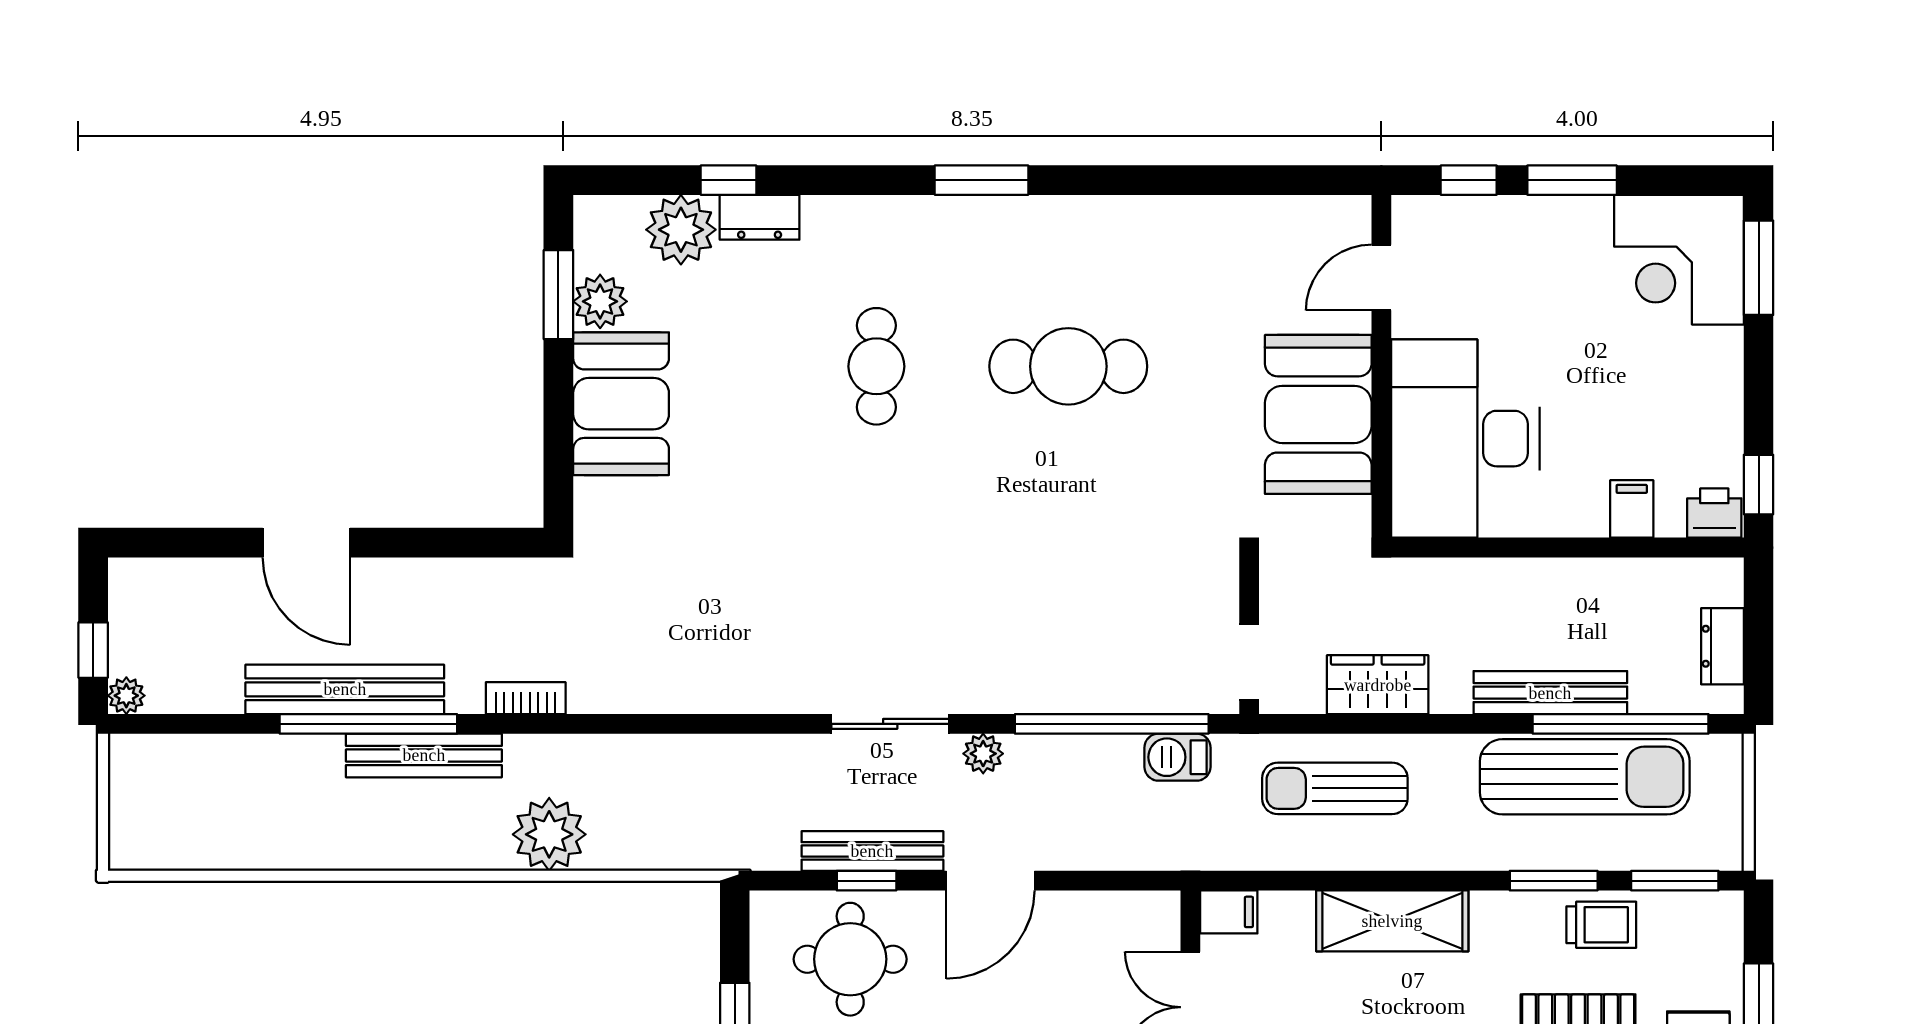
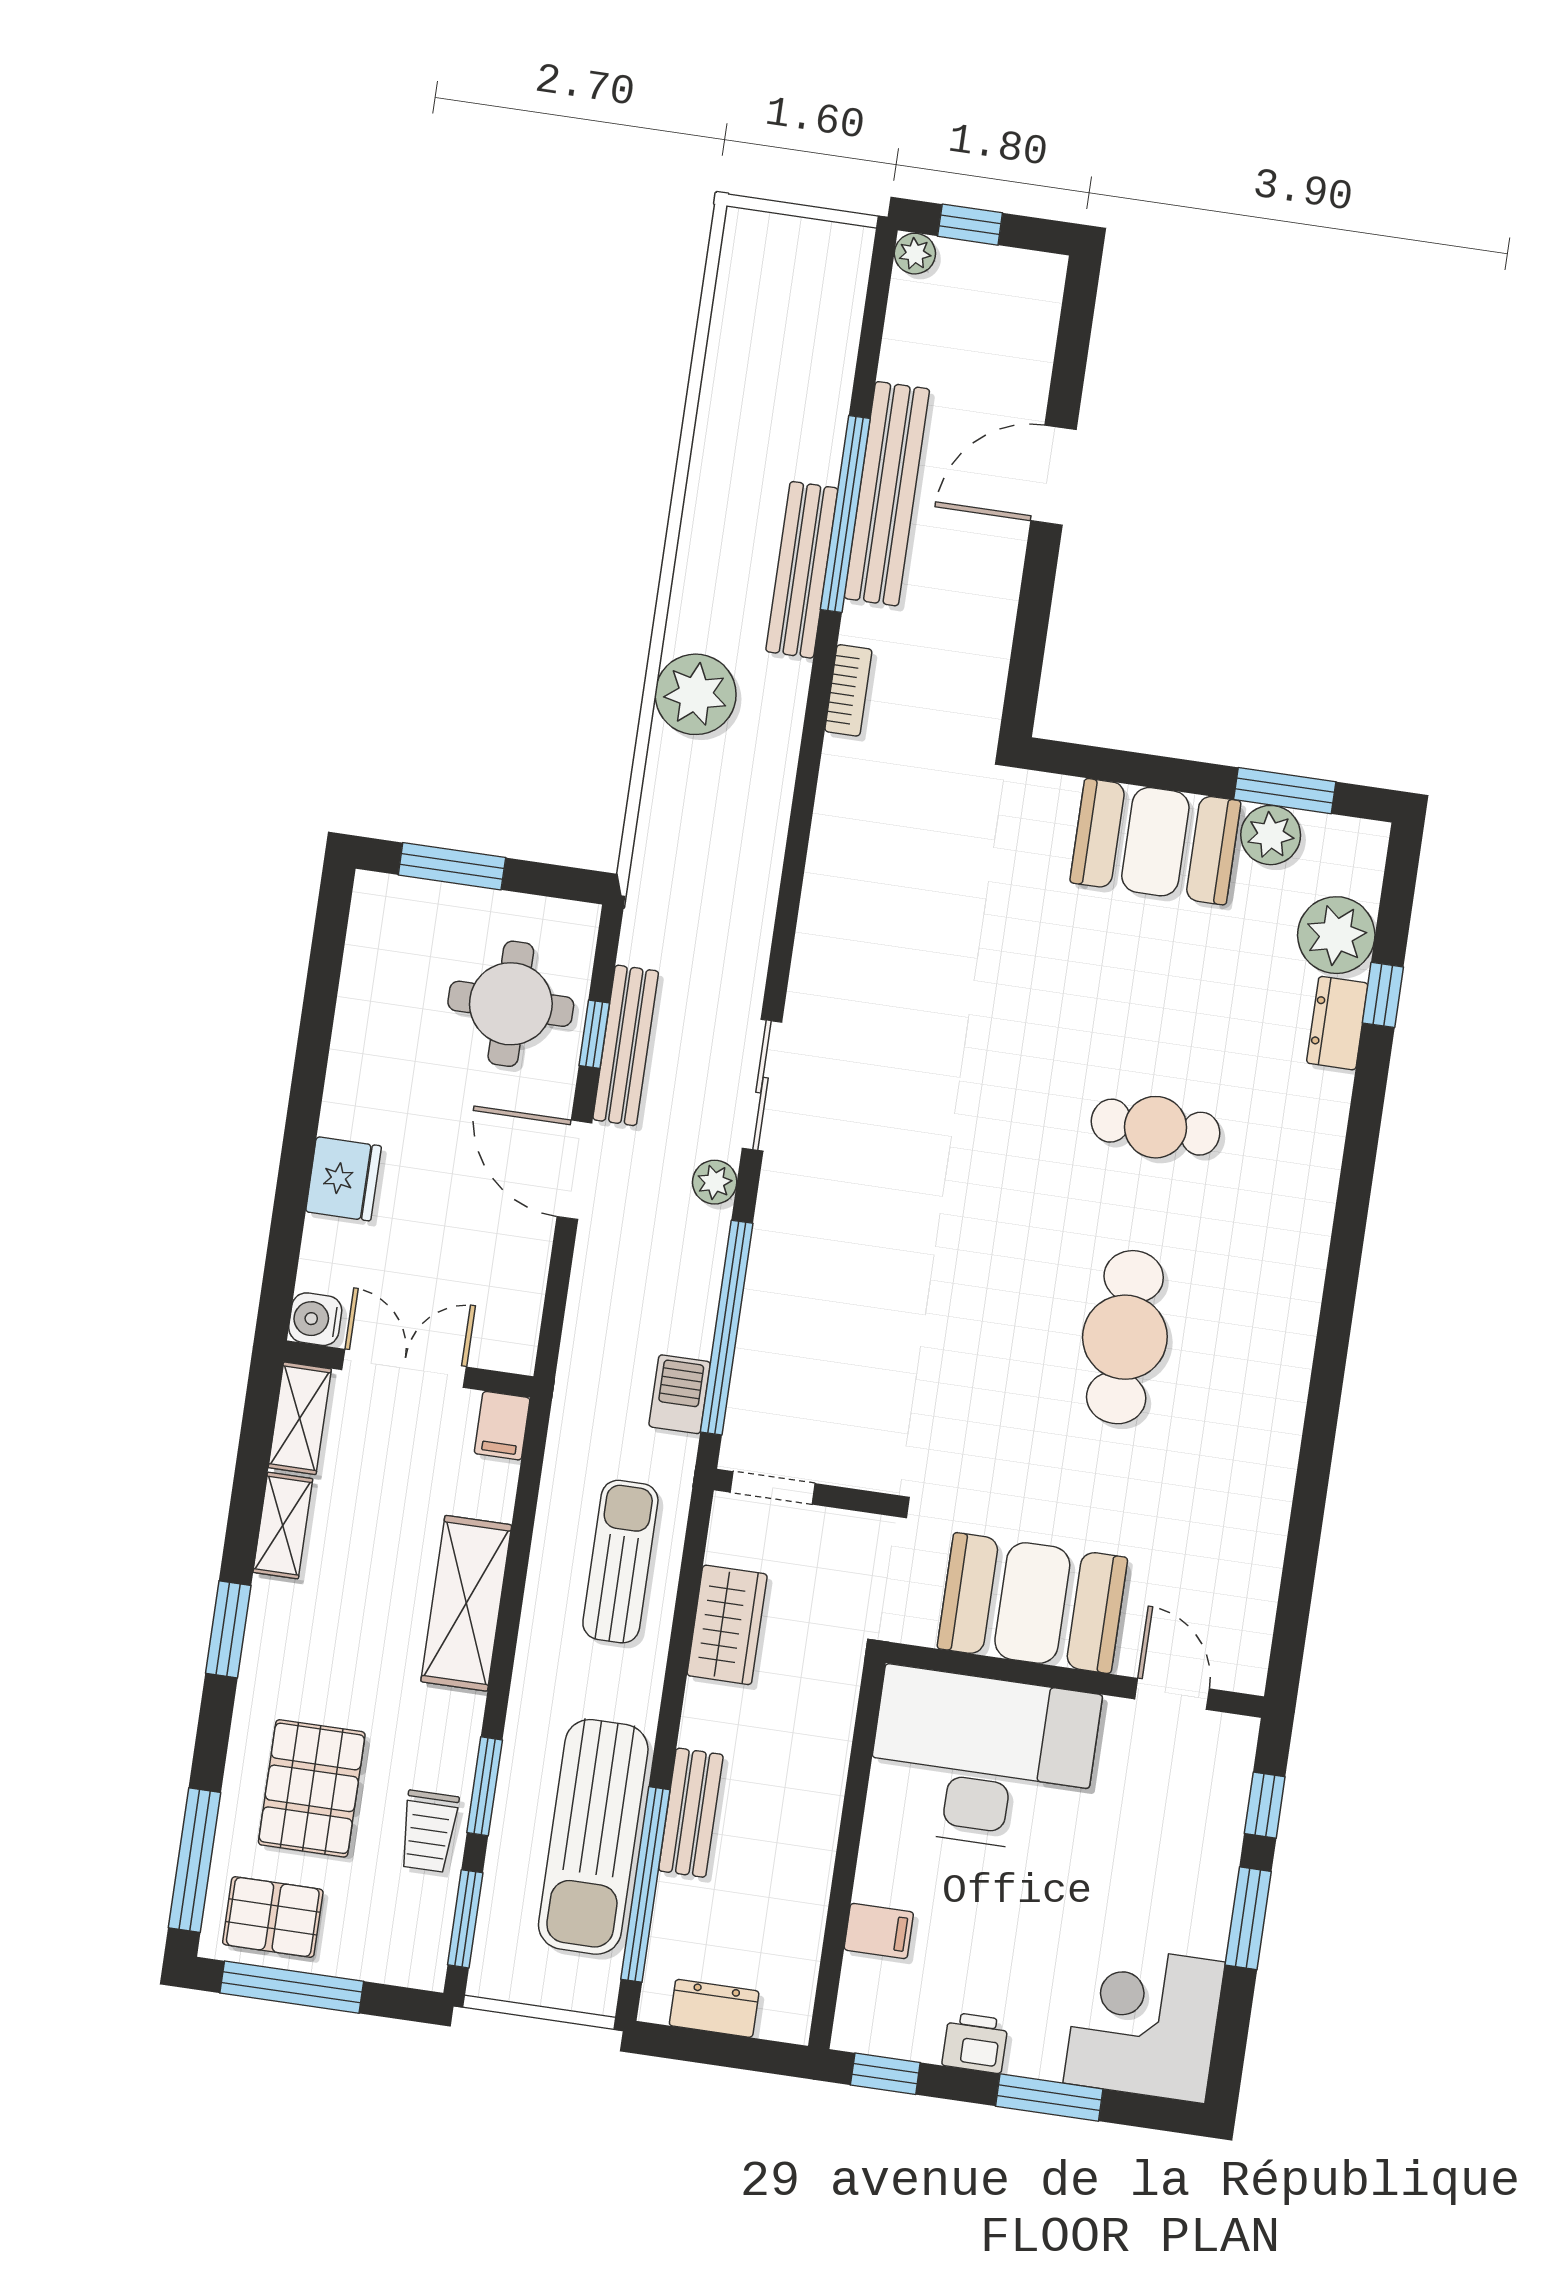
window: (981, 180) -> (1342, 1272), removed
window: (1759, 268) -> (1049, 2098), moved
printer: (1714, 513) -> (975, 2043), moved, turned -90
bench: (1550, 693) -> (691, 1813), width x0.73

